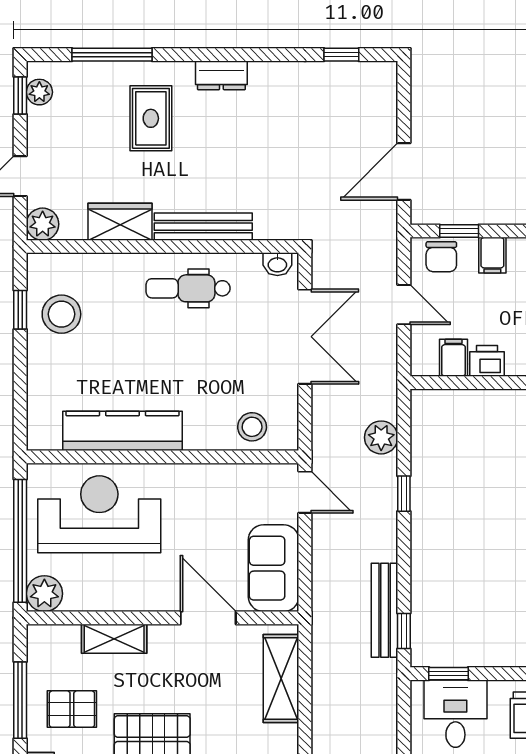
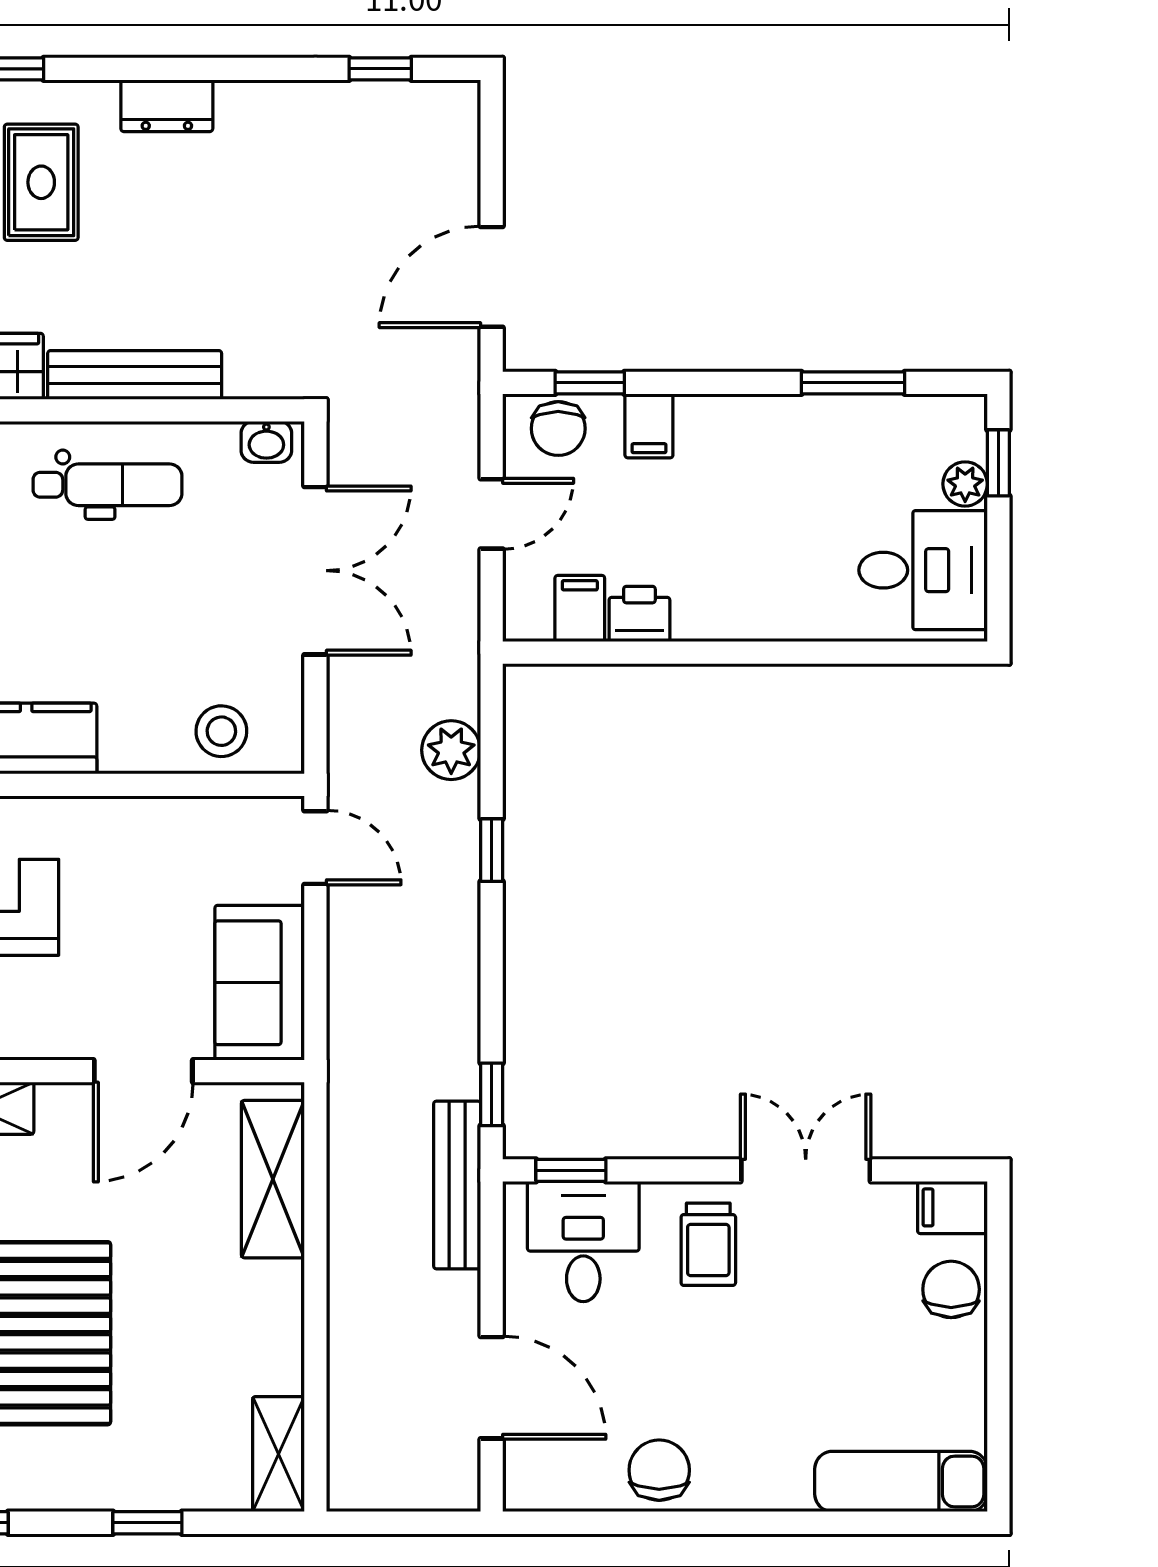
dental chair: (188, 288) -> (107, 485), turned 180
door: (404, 305) -> (492, 514), hinge flipped
bench: (385, 610) -> (457, 1185), moved
door: (208, 618) -> (143, 1071), swing flipped

